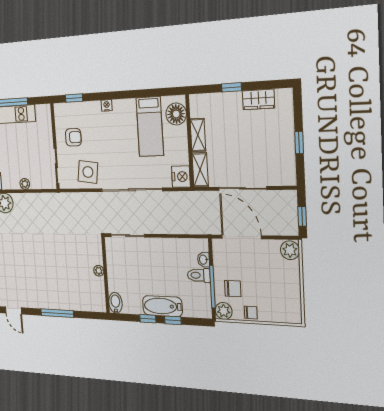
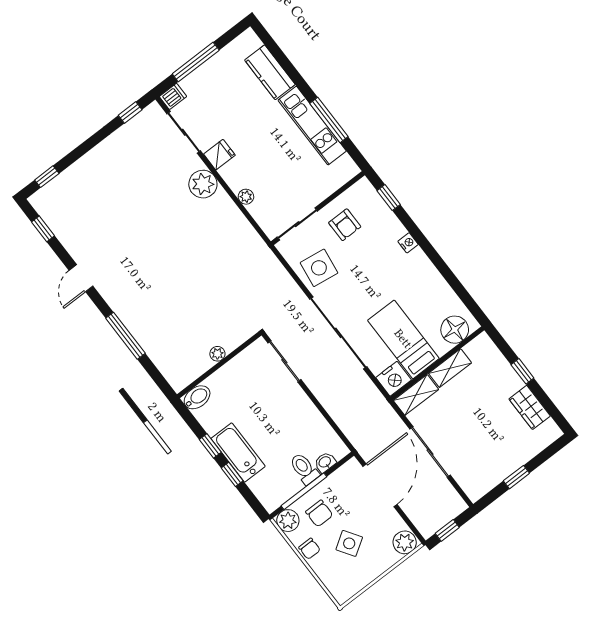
bed: (150, 127) -> (403, 339), moved, turned 90
side table: (265, 286) -> (349, 543), added

